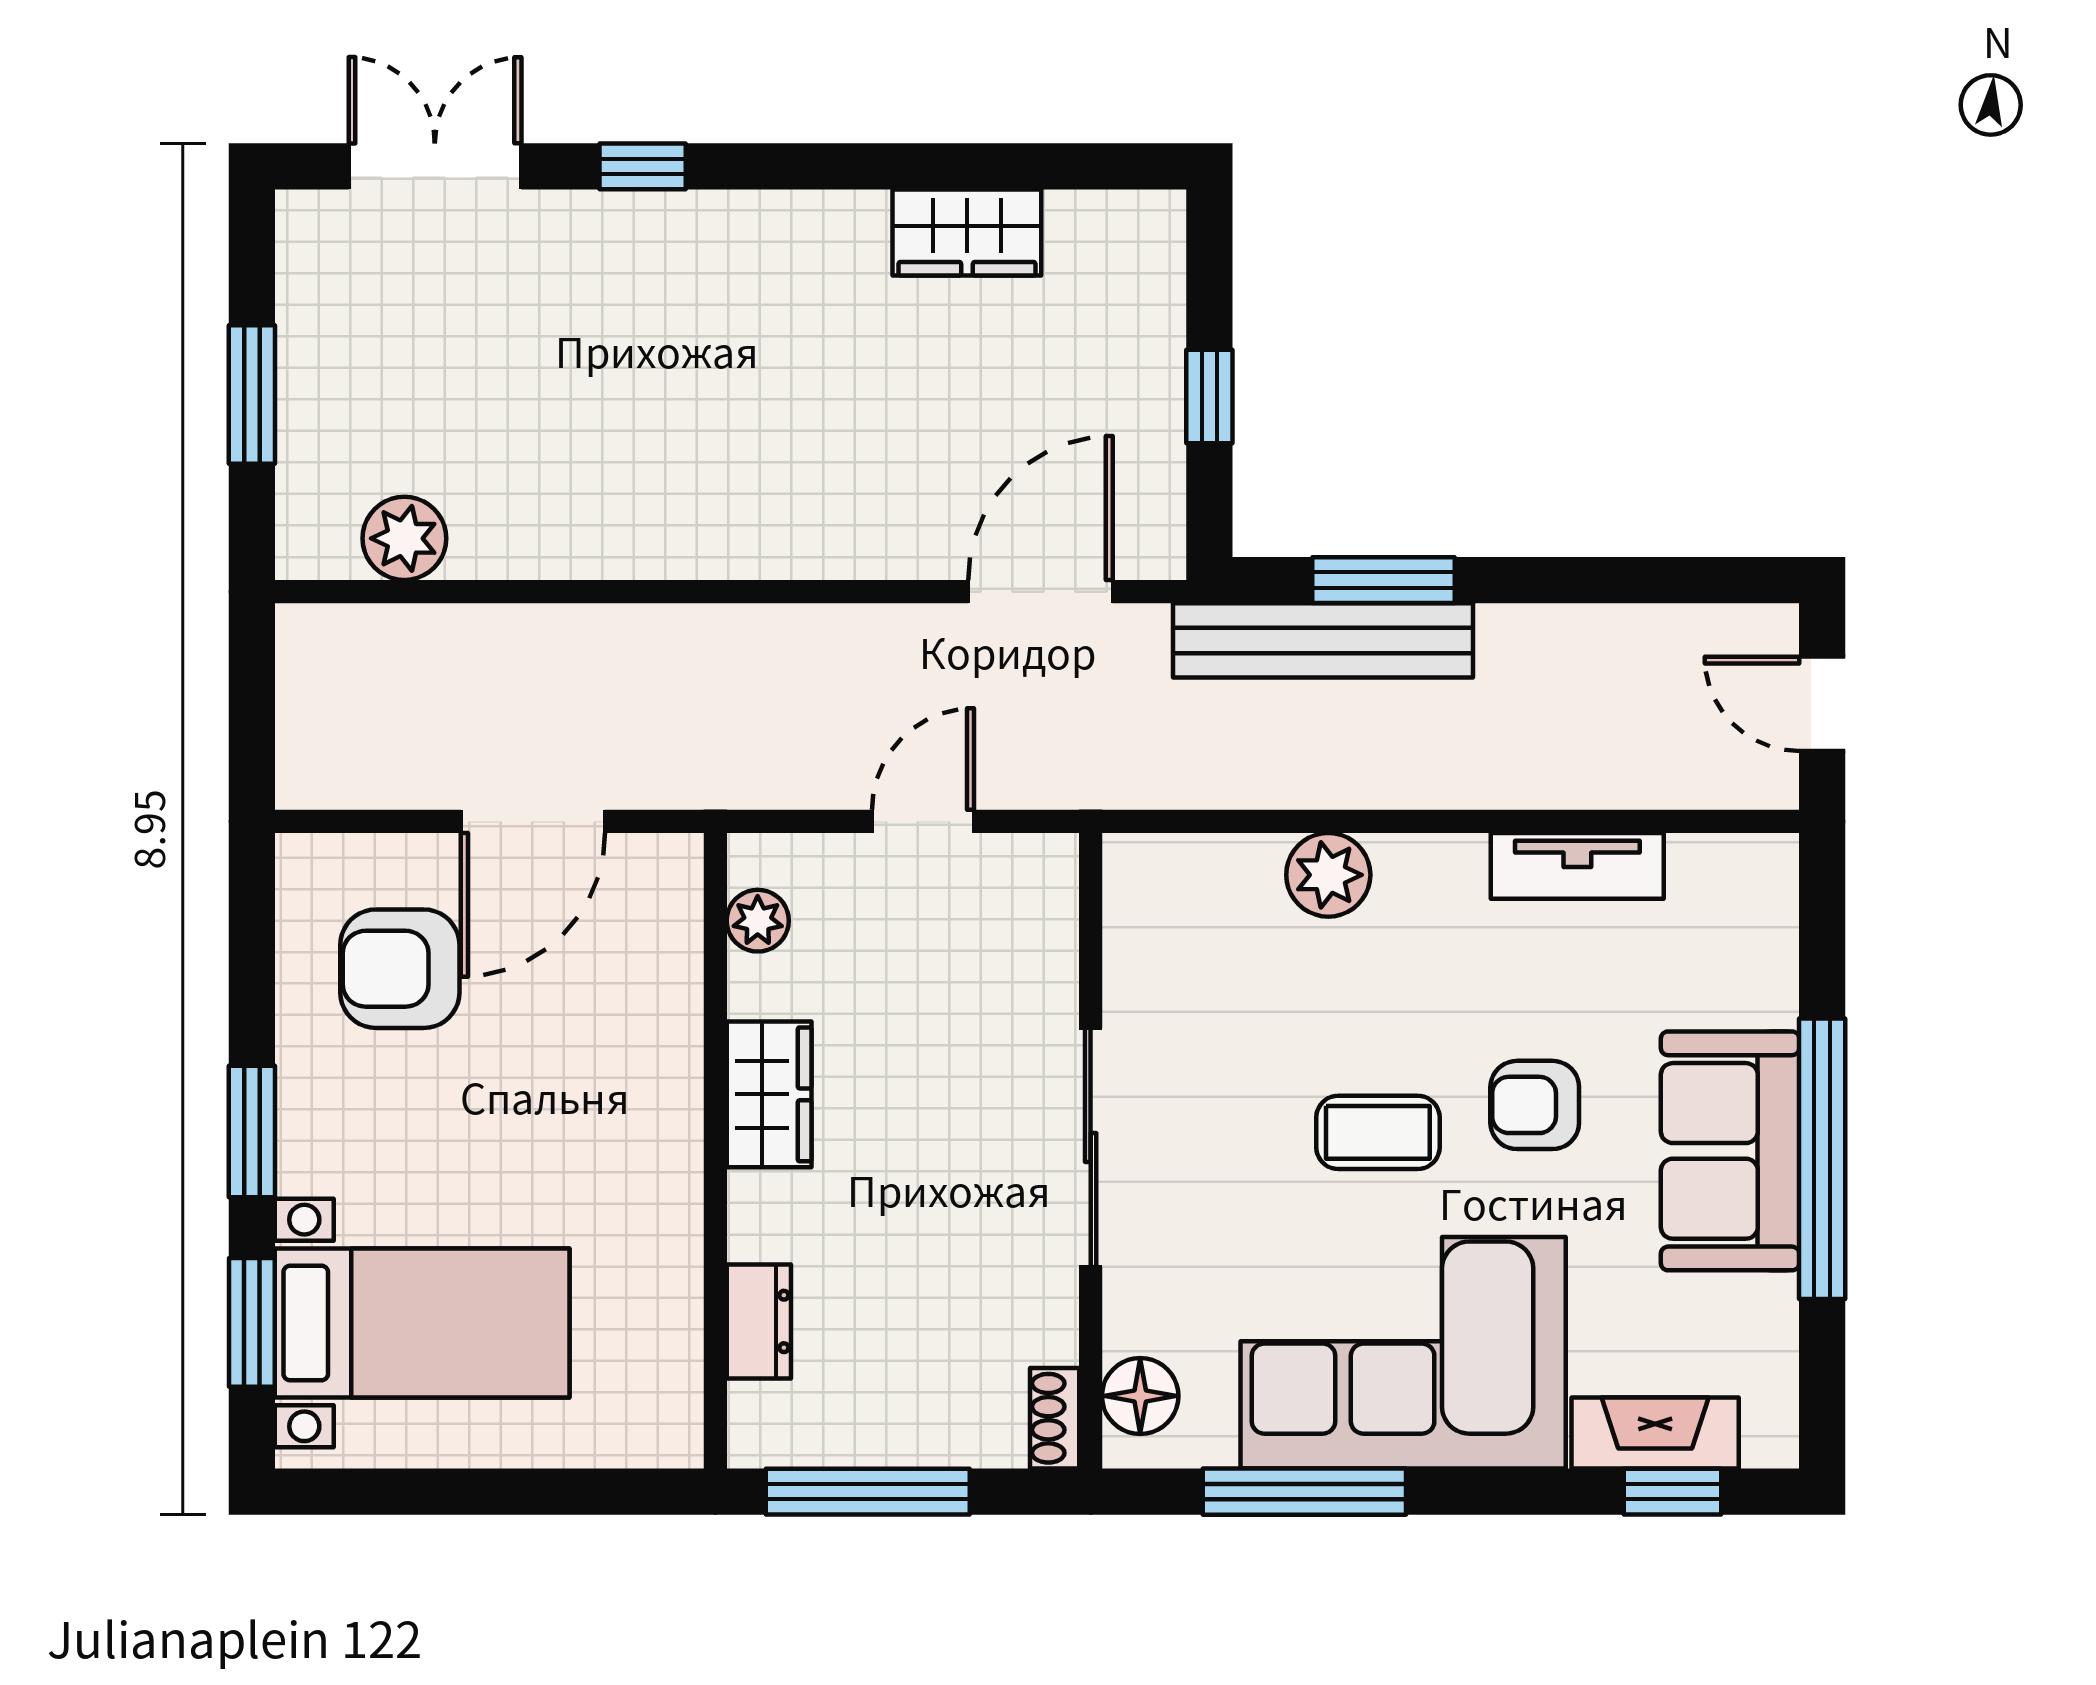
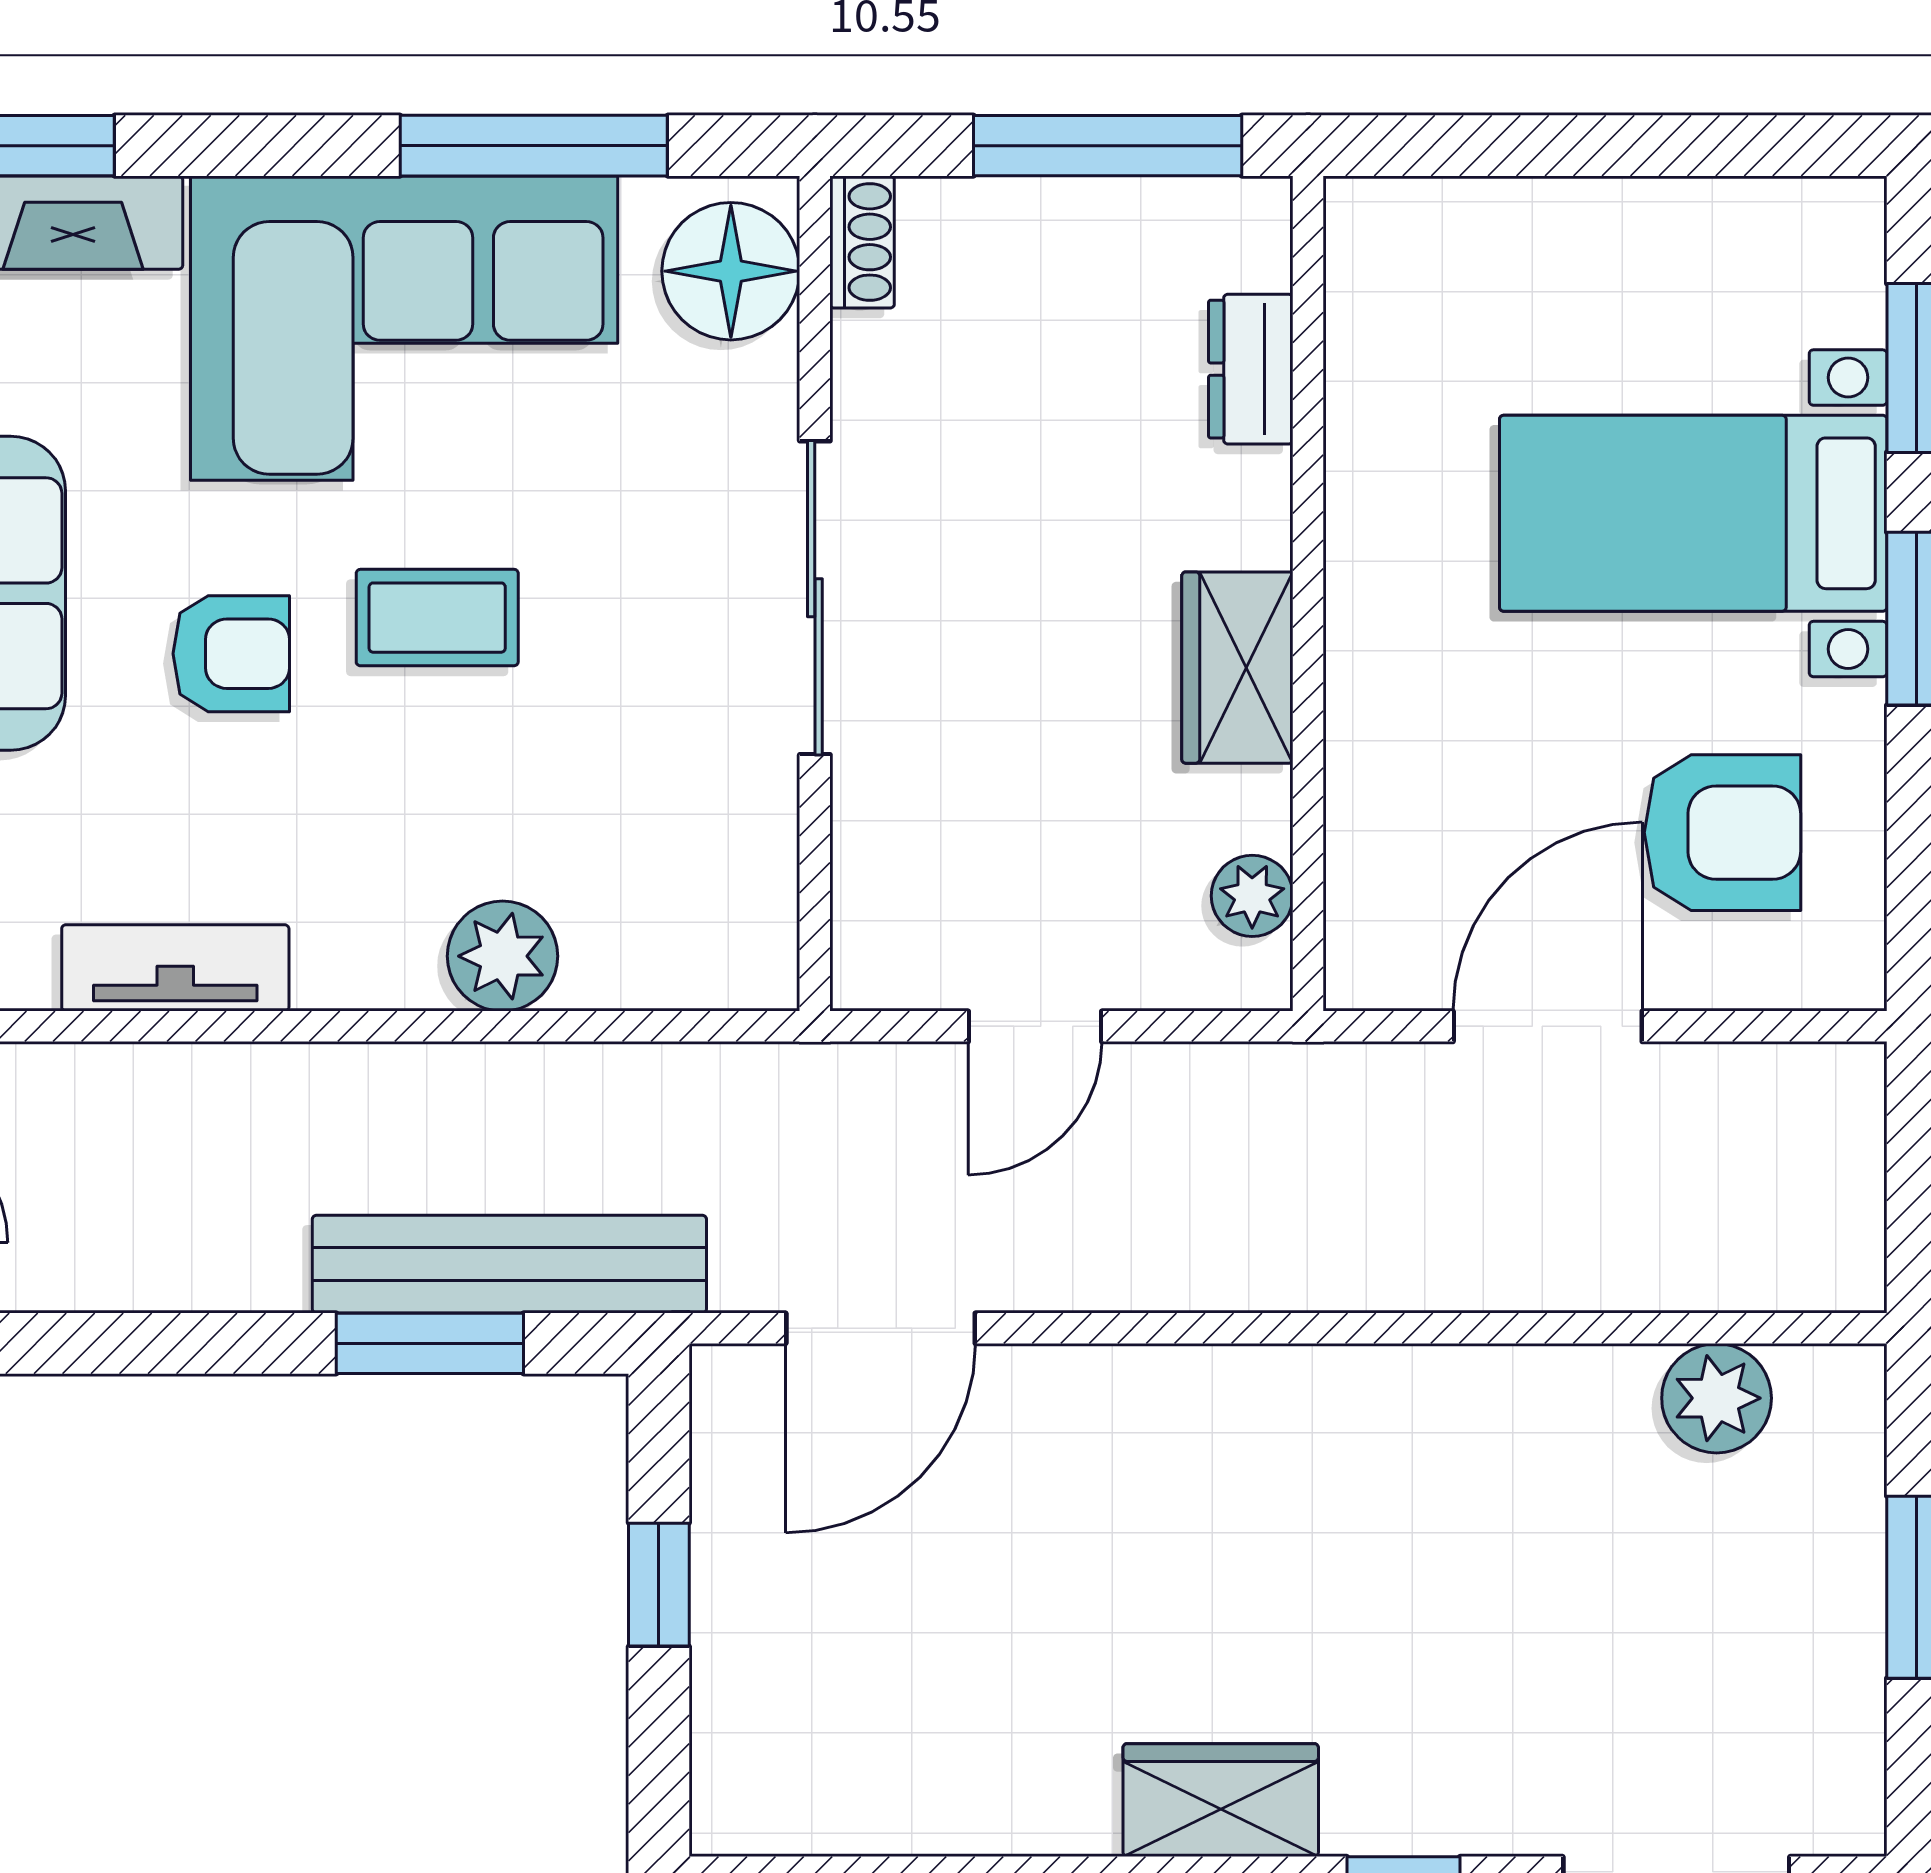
wardrobe: (967, 232) -> (1221, 1800), moved
bed with nightstands: (422, 1323) -> (1693, 513), moved
floor lamp: (1140, 1396) -> (731, 271), width x1.38, depth x1.38

